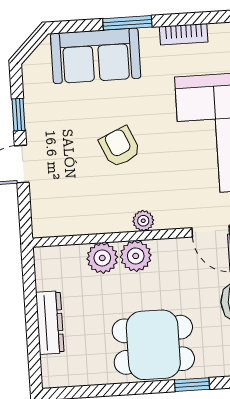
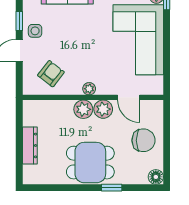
side table: (46, 129) -> (35, 31), added
armchair: (120, 147) -> (51, 74), moved, turned 62
plant: (102, 258) -> (103, 109), moved

